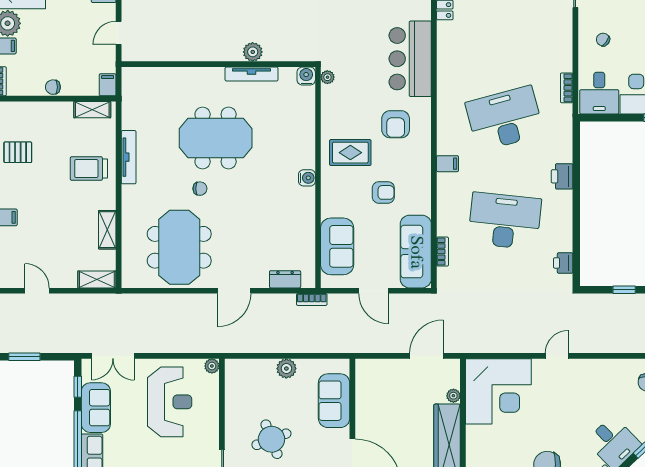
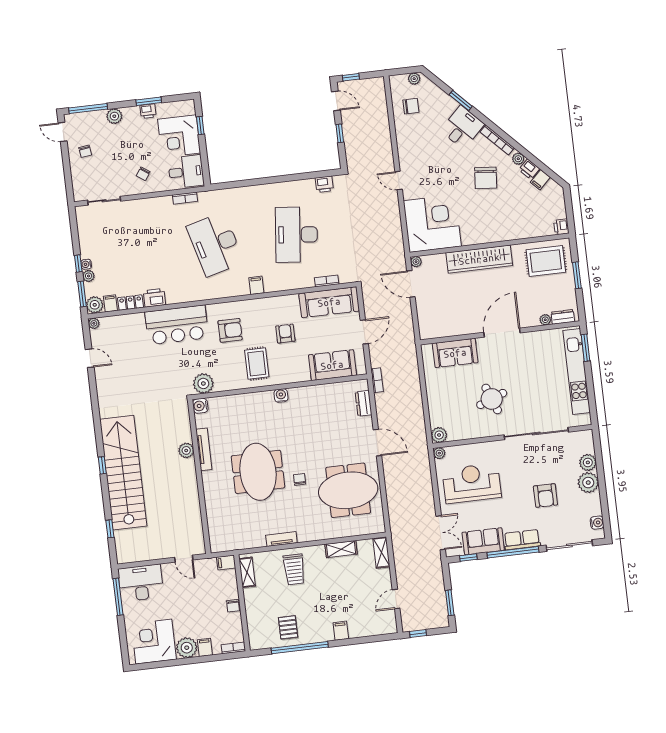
plant: (327, 77) -> (203, 383), width x1.87, depth x1.87
tv unit: (129, 157) -> (281, 539), width x0.71
printer: (562, 176) -> (154, 298), moved, turned 180
plant: (286, 369) -> (439, 435), moved
plant: (453, 396) -> (416, 262), moved

